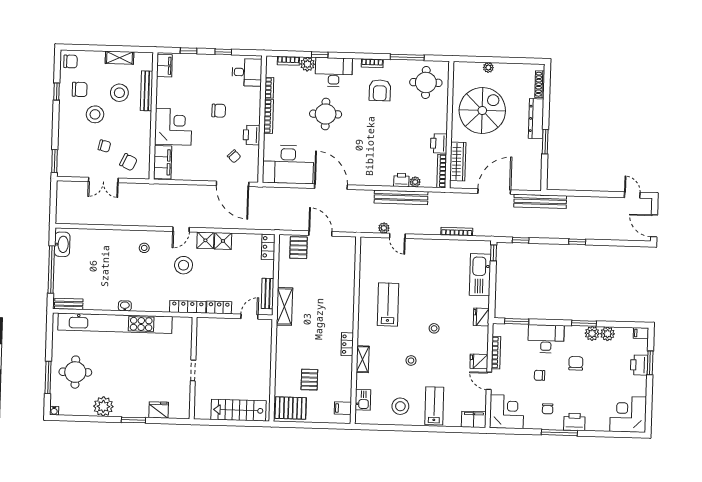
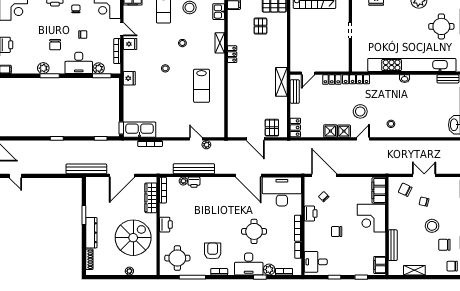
stool: (119, 93) -> (414, 243), removed
spiral stairs: (482, 110) -> (133, 238), turned 180
printer: (439, 143) -> (166, 225), moved
kitchen sink: (480, 275) -> (140, 130), moved, turned -90
plant: (608, 334) -> (99, 68), moved

